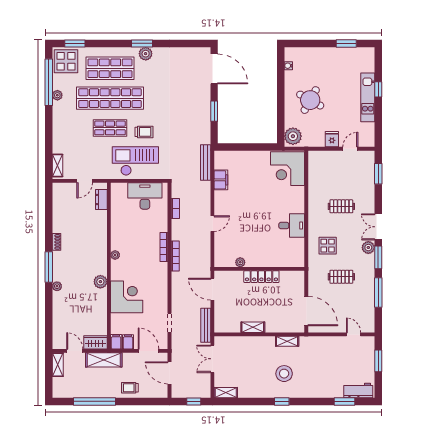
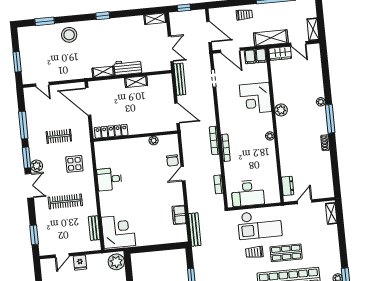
bench: (313, 175) -> (94, 228), added
clothes rail: (341, 206) -> (65, 201), width x1.36
chair: (222, 239) -> (173, 161), added
locker: (261, 277) -> (111, 131), moved
stool: (284, 374) -> (69, 35), moved
workbench: (358, 391) -> (128, 67), moved, turned 180

